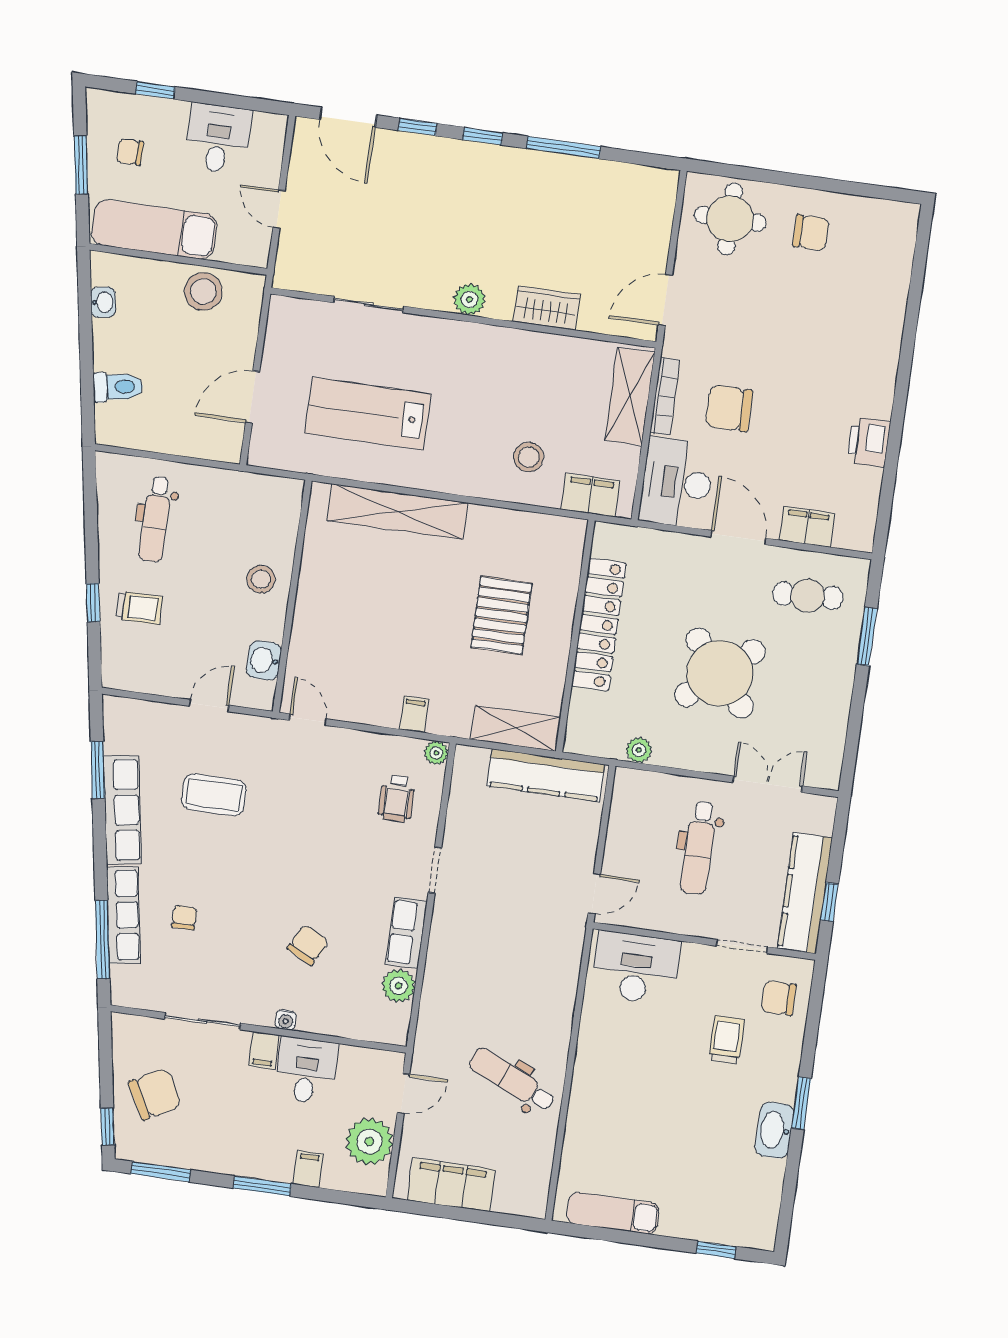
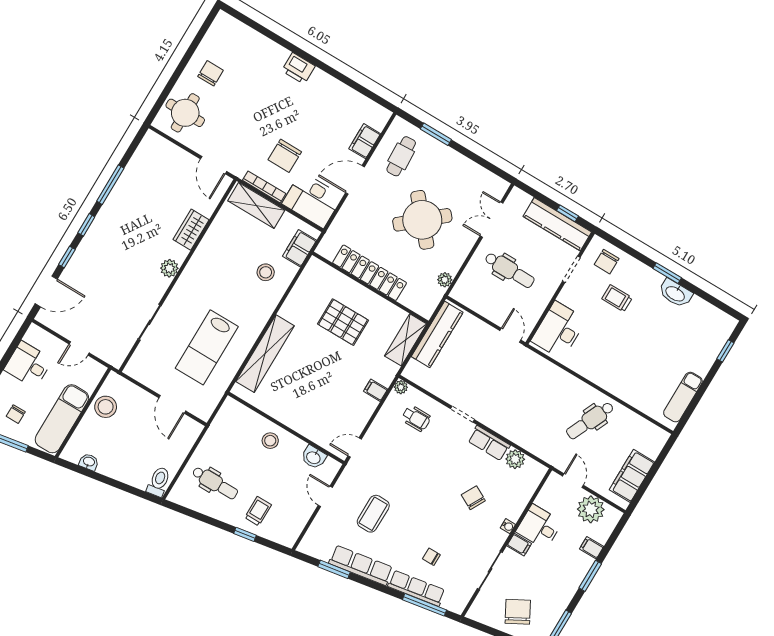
toilet: (118, 387) -> (159, 482), moved
printer: (869, 442) -> (298, 68), moved

